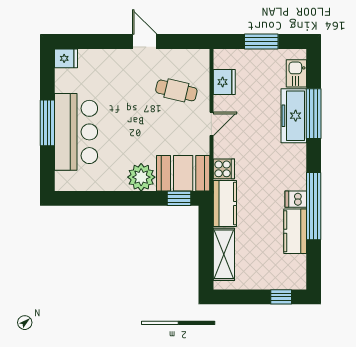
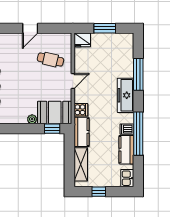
door: (145, 42) -> (30, 28), swing flipped
kitchen sink: (296, 73) -> (127, 178), moved
fridge: (224, 82) -> (82, 40), moved, turned 90
freezer: (294, 116) -> (126, 95), moved
plant: (141, 177) -> (32, 119), width x0.53, depth x0.53
window: (281, 297) -> (99, 192), moved

